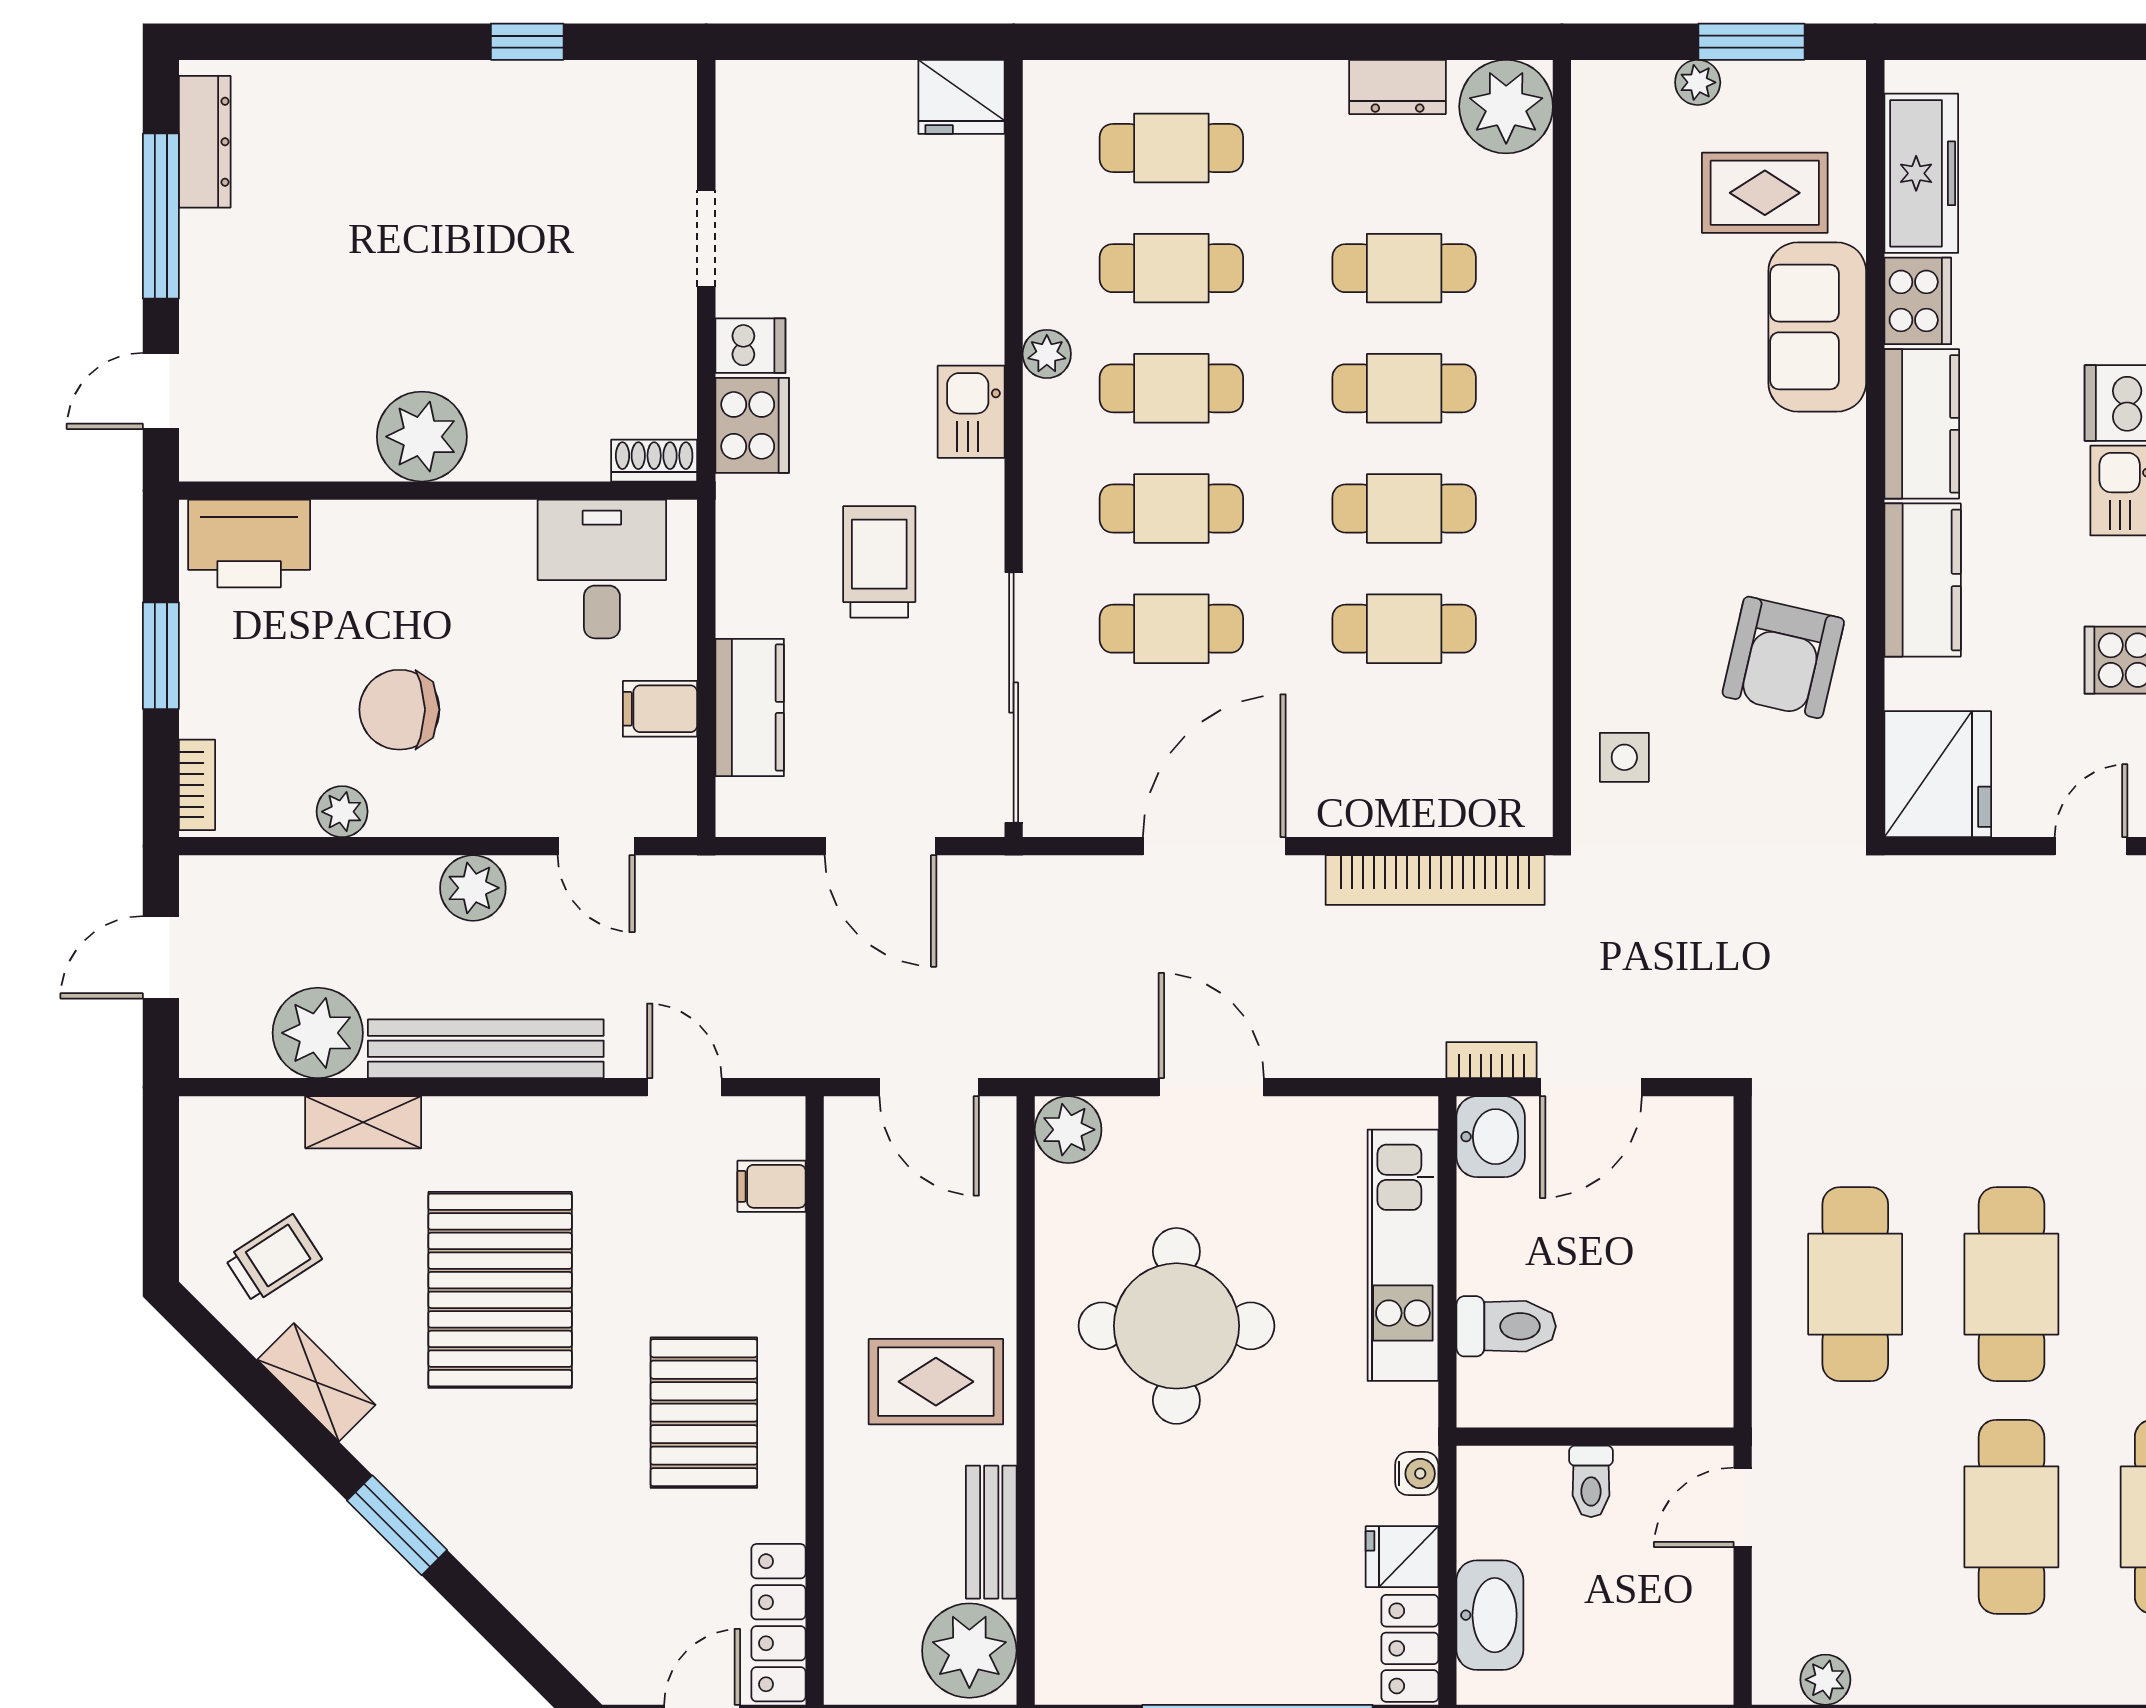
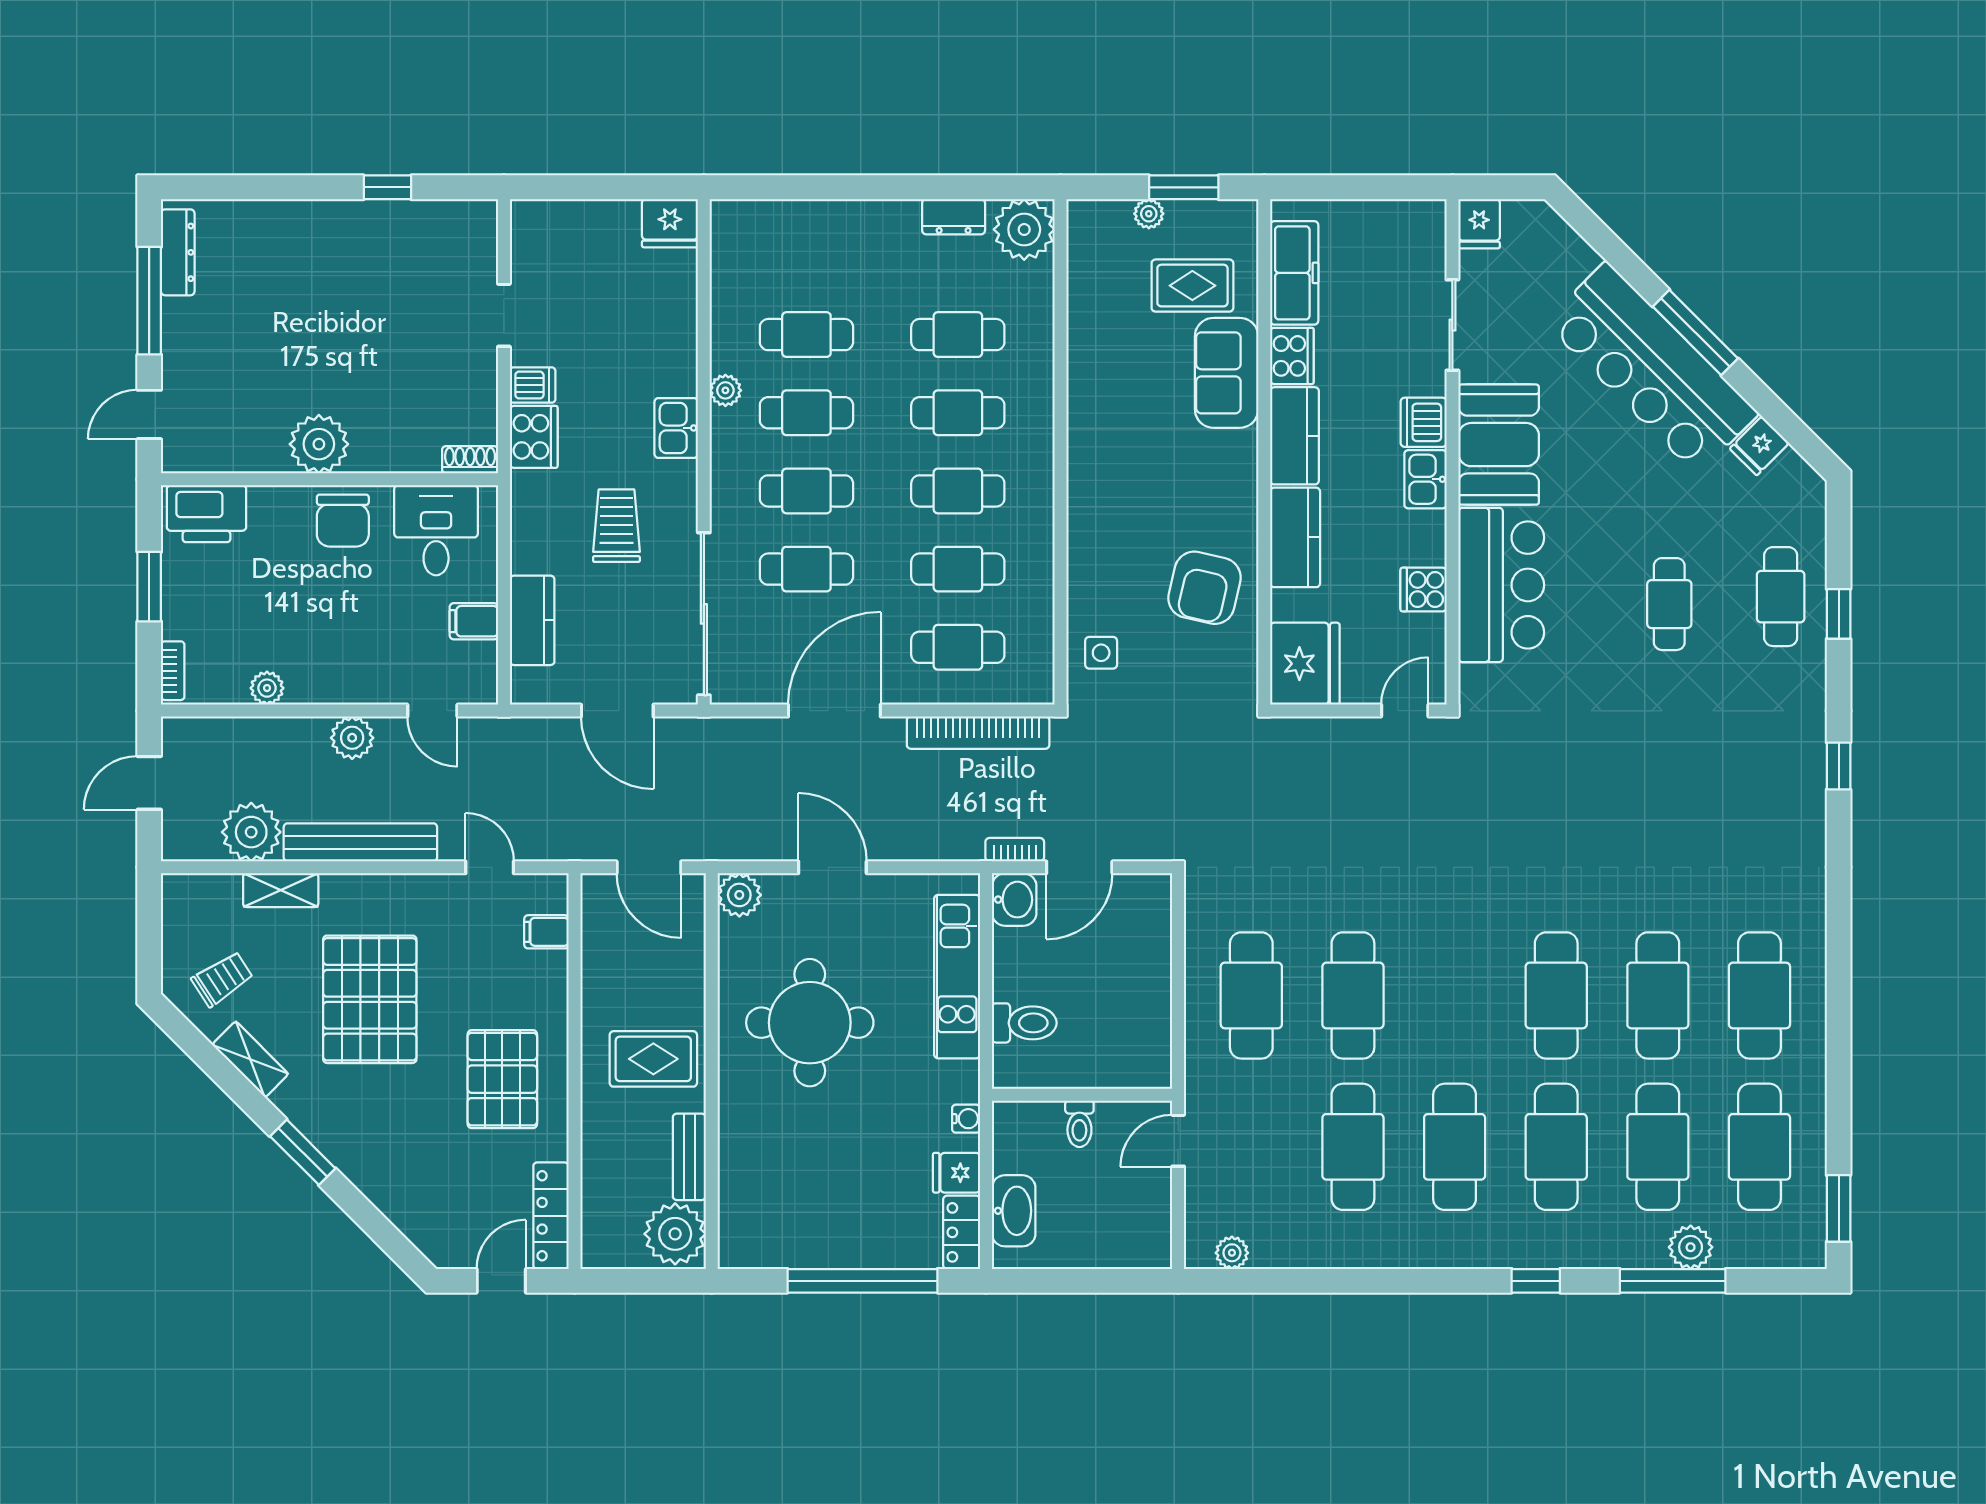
cafe table: (1171, 148) -> (958, 647), moved
chair: (399, 710) -> (343, 521), moved, turned -90

